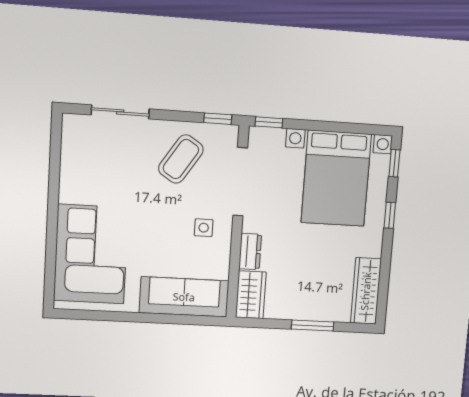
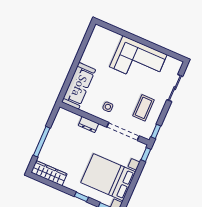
coffee table: (181, 159) -> (144, 108), turned 57
corner sofa: (91, 254) -> (138, 61), moved
wardrobe: (251, 295) -> (68, 118), removed
window: (313, 326) -> (42, 142), width x1.44

